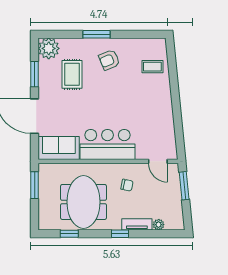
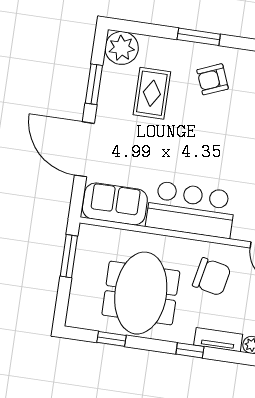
chair: (127, 185) -> (212, 277), width x1.87, depth x1.87

